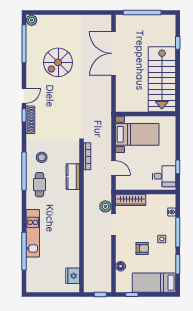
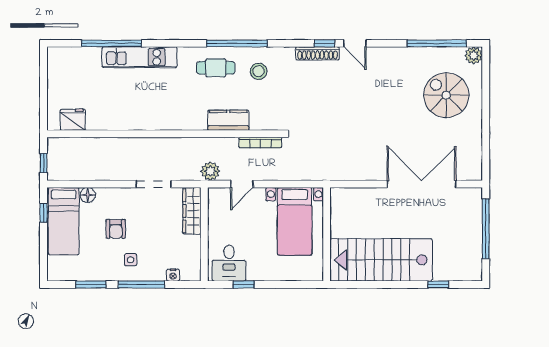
spiral stairs: (58, 62) -> (446, 95), moved
plant: (105, 206) -> (210, 171), moved
bed: (154, 283) -> (64, 221), moved, turned 180

